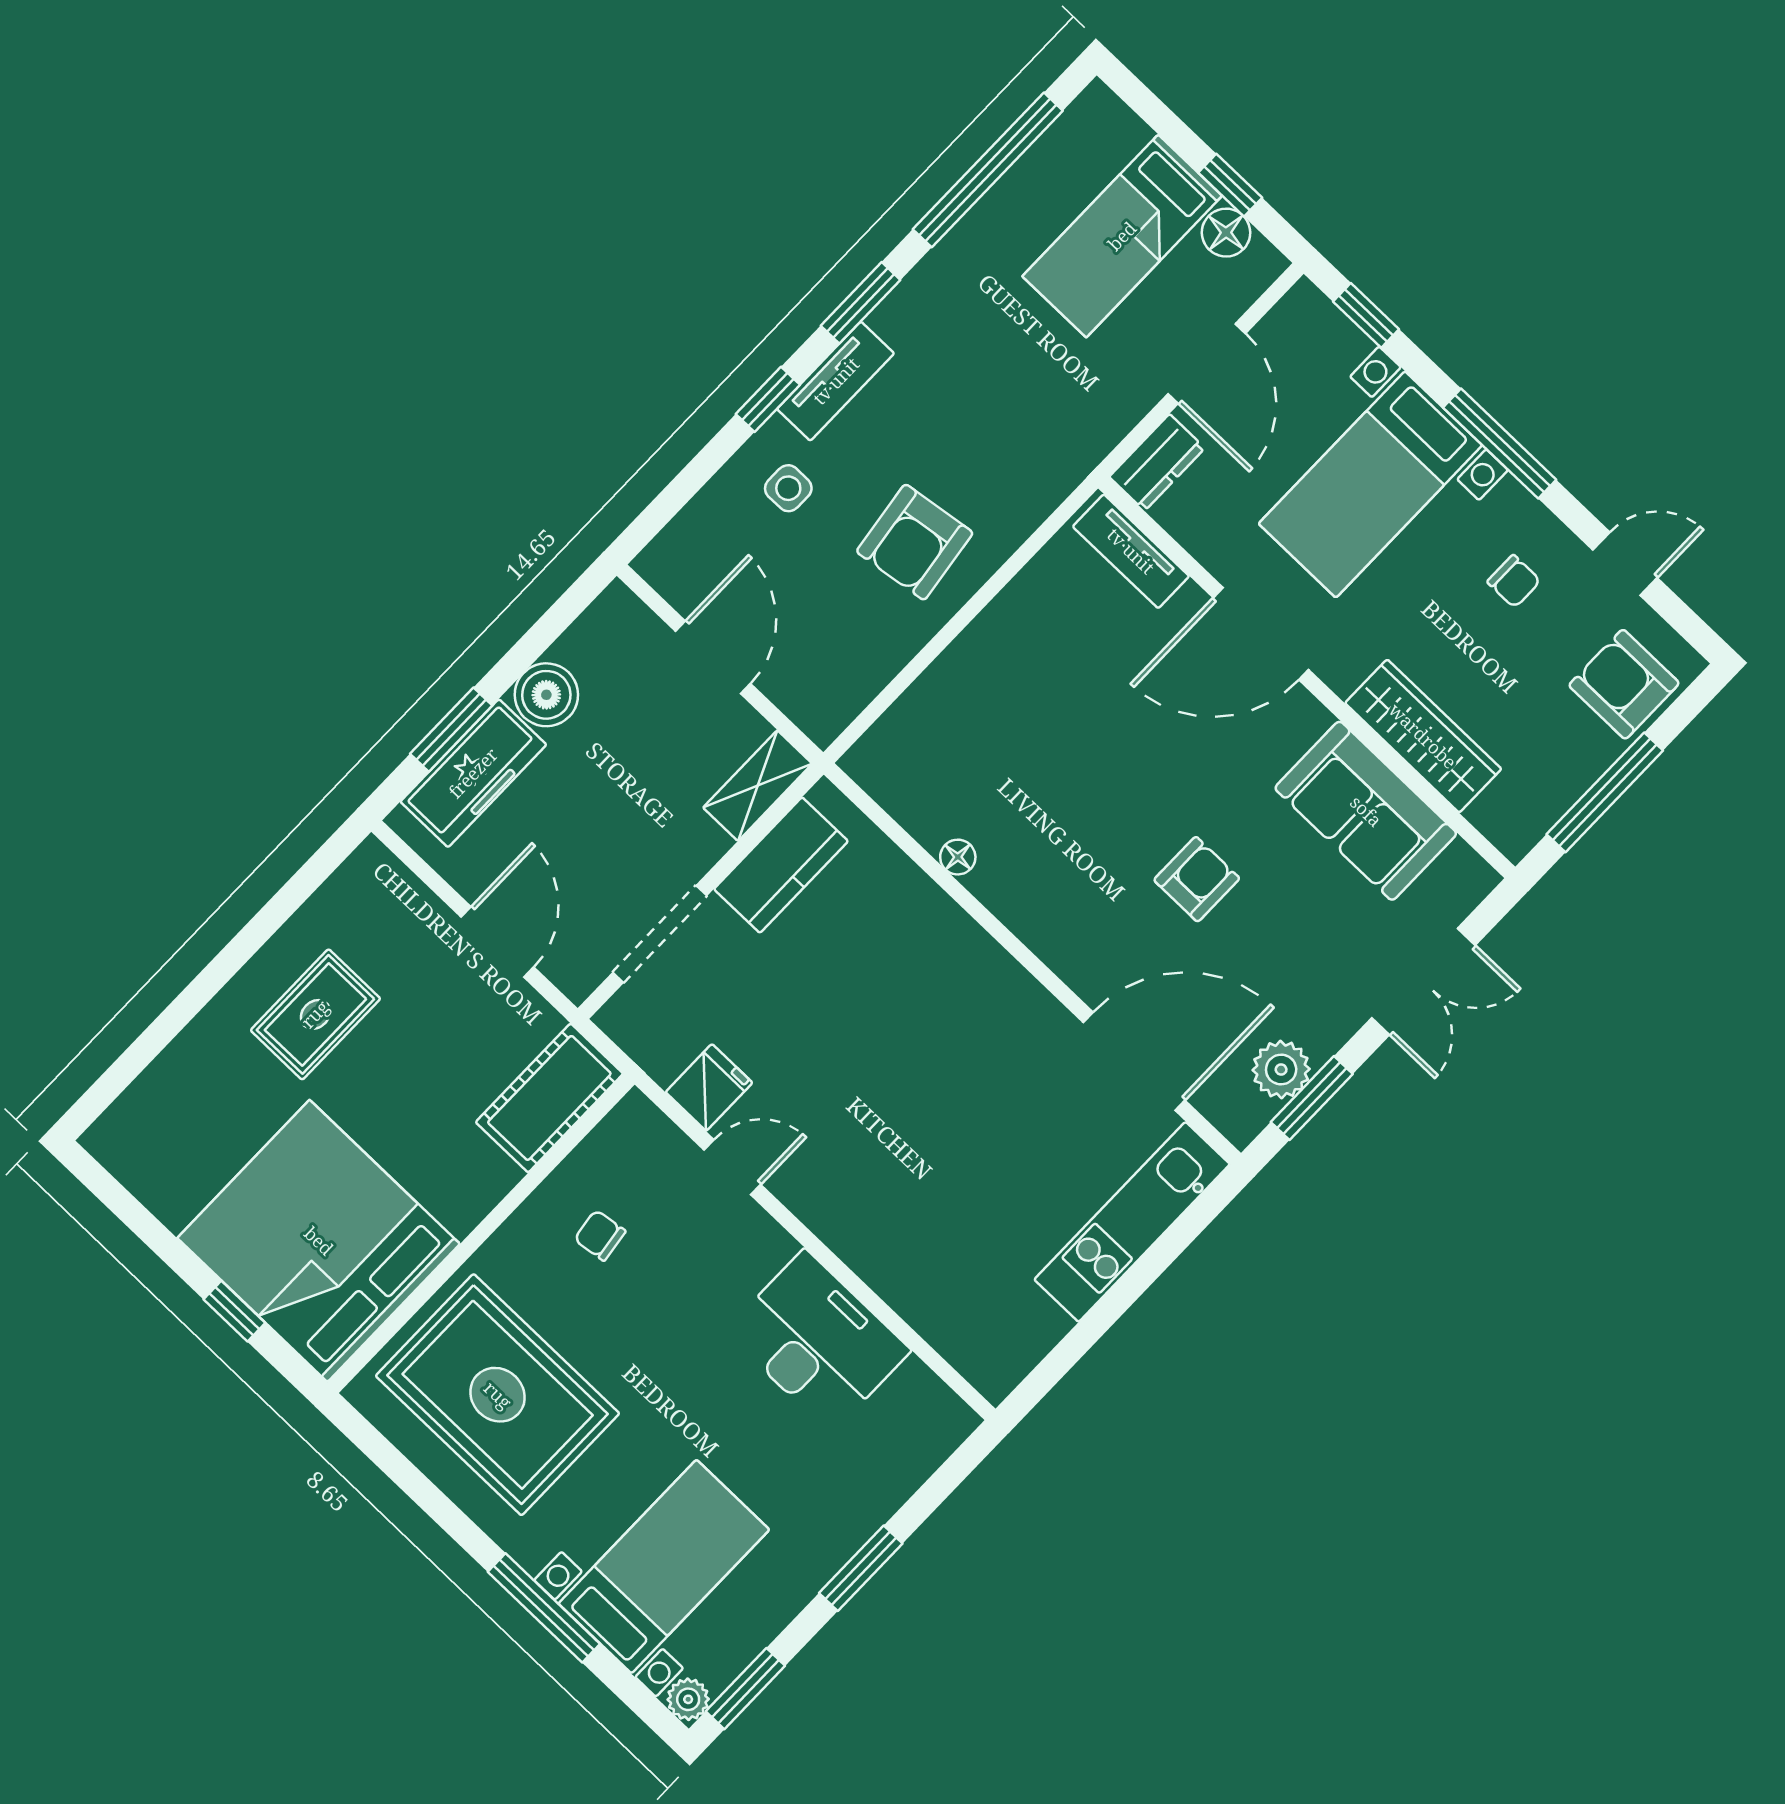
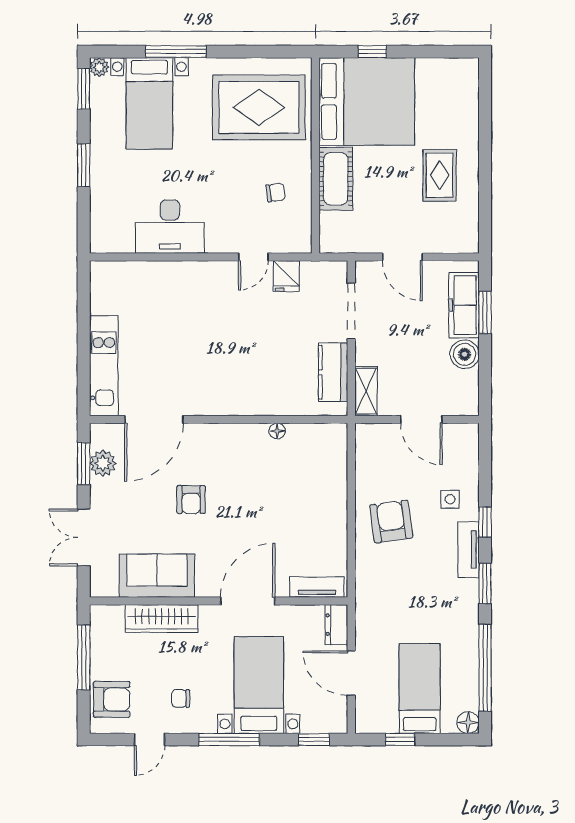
floor lamp: (1226, 233) -> (468, 723), moved
cot: (549, 1098) -> (336, 179), moved

